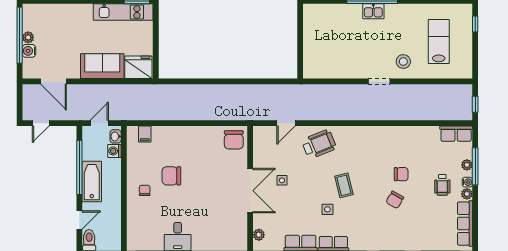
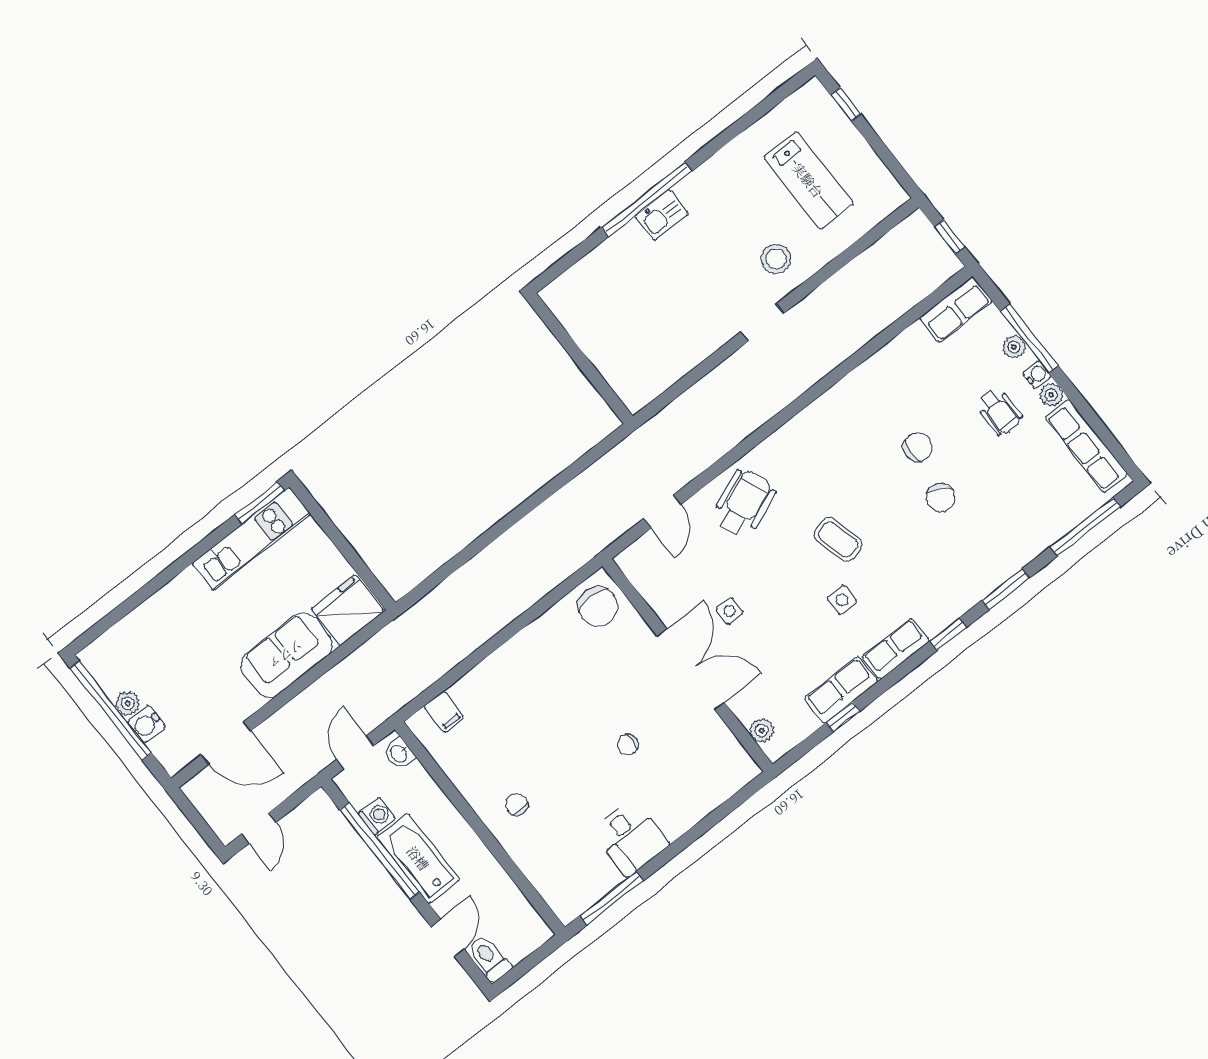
lab bench: (439, 42) -> (808, 180), turned 180
washing machine: (114, 151) -> (377, 816), moved, turned 180
chair: (171, 176) -> (628, 745), moved, width x0.54, depth x0.54

